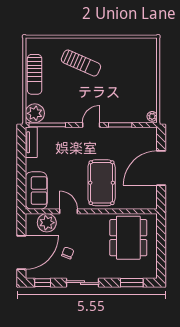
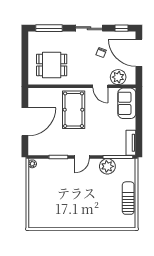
sun lounger: (81, 63) -> (90, 207), removed
plant: (35, 113) -> (107, 166), moved
dining table: (128, 238) -> (52, 65), width x0.73
door: (21, 253) -> (139, 53), hinge flipped
window: (132, 283) -> (49, 28), width x1.44

